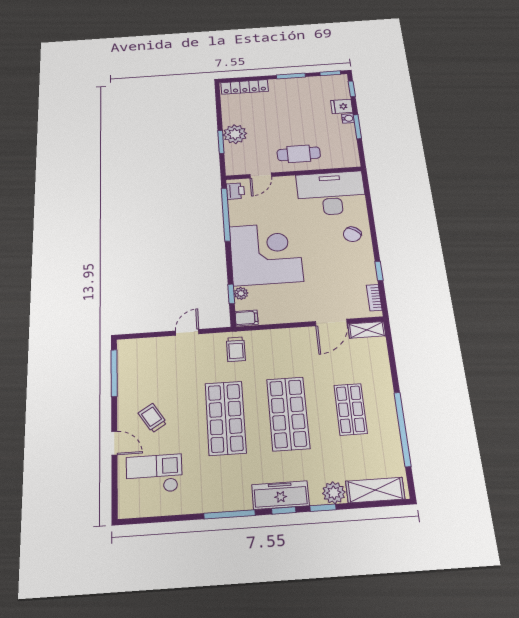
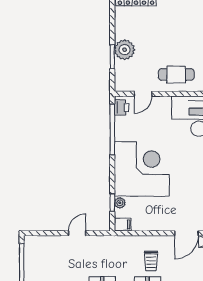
trolley: (236, 349) -> (151, 261), moved

